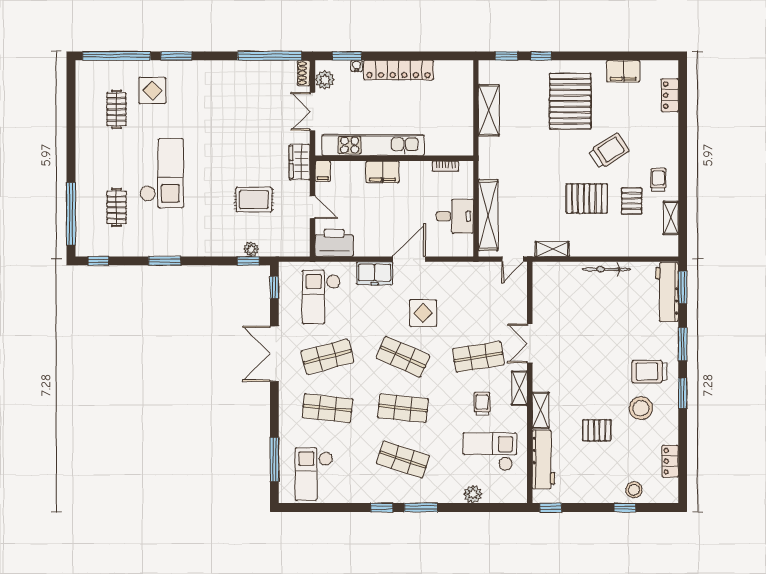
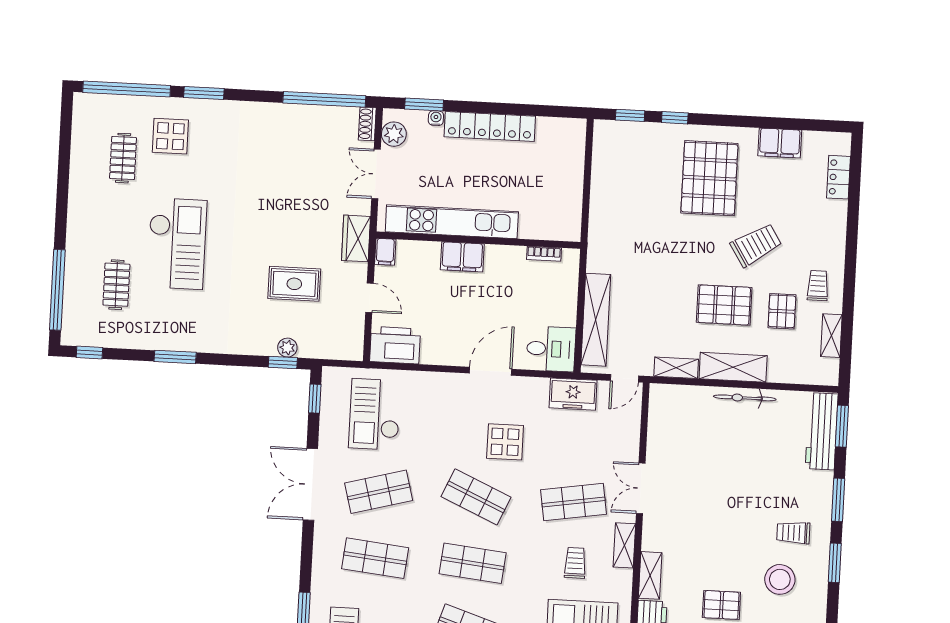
shelving: (489, 110) -> (733, 367), moved, turned 90
desk: (455, 216) -> (551, 349), moved
freezer: (375, 273) -> (573, 394), moved
trolley: (649, 372) -> (793, 533), width x0.73, depth x0.72

